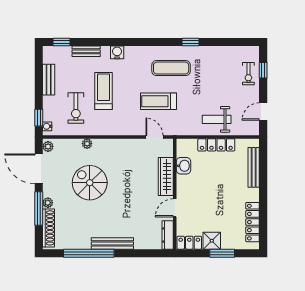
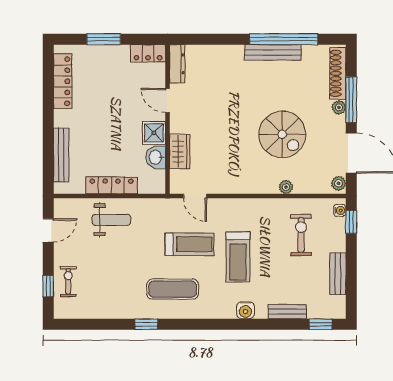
treadmill: (103, 91) -> (238, 257), moved
wardrobe: (166, 176) -> (180, 151), width x0.67
door: (175, 208) -> (168, 100), swing flipped
shower: (212, 241) -> (154, 133), moved
bench: (112, 243) -> (273, 52), moved

